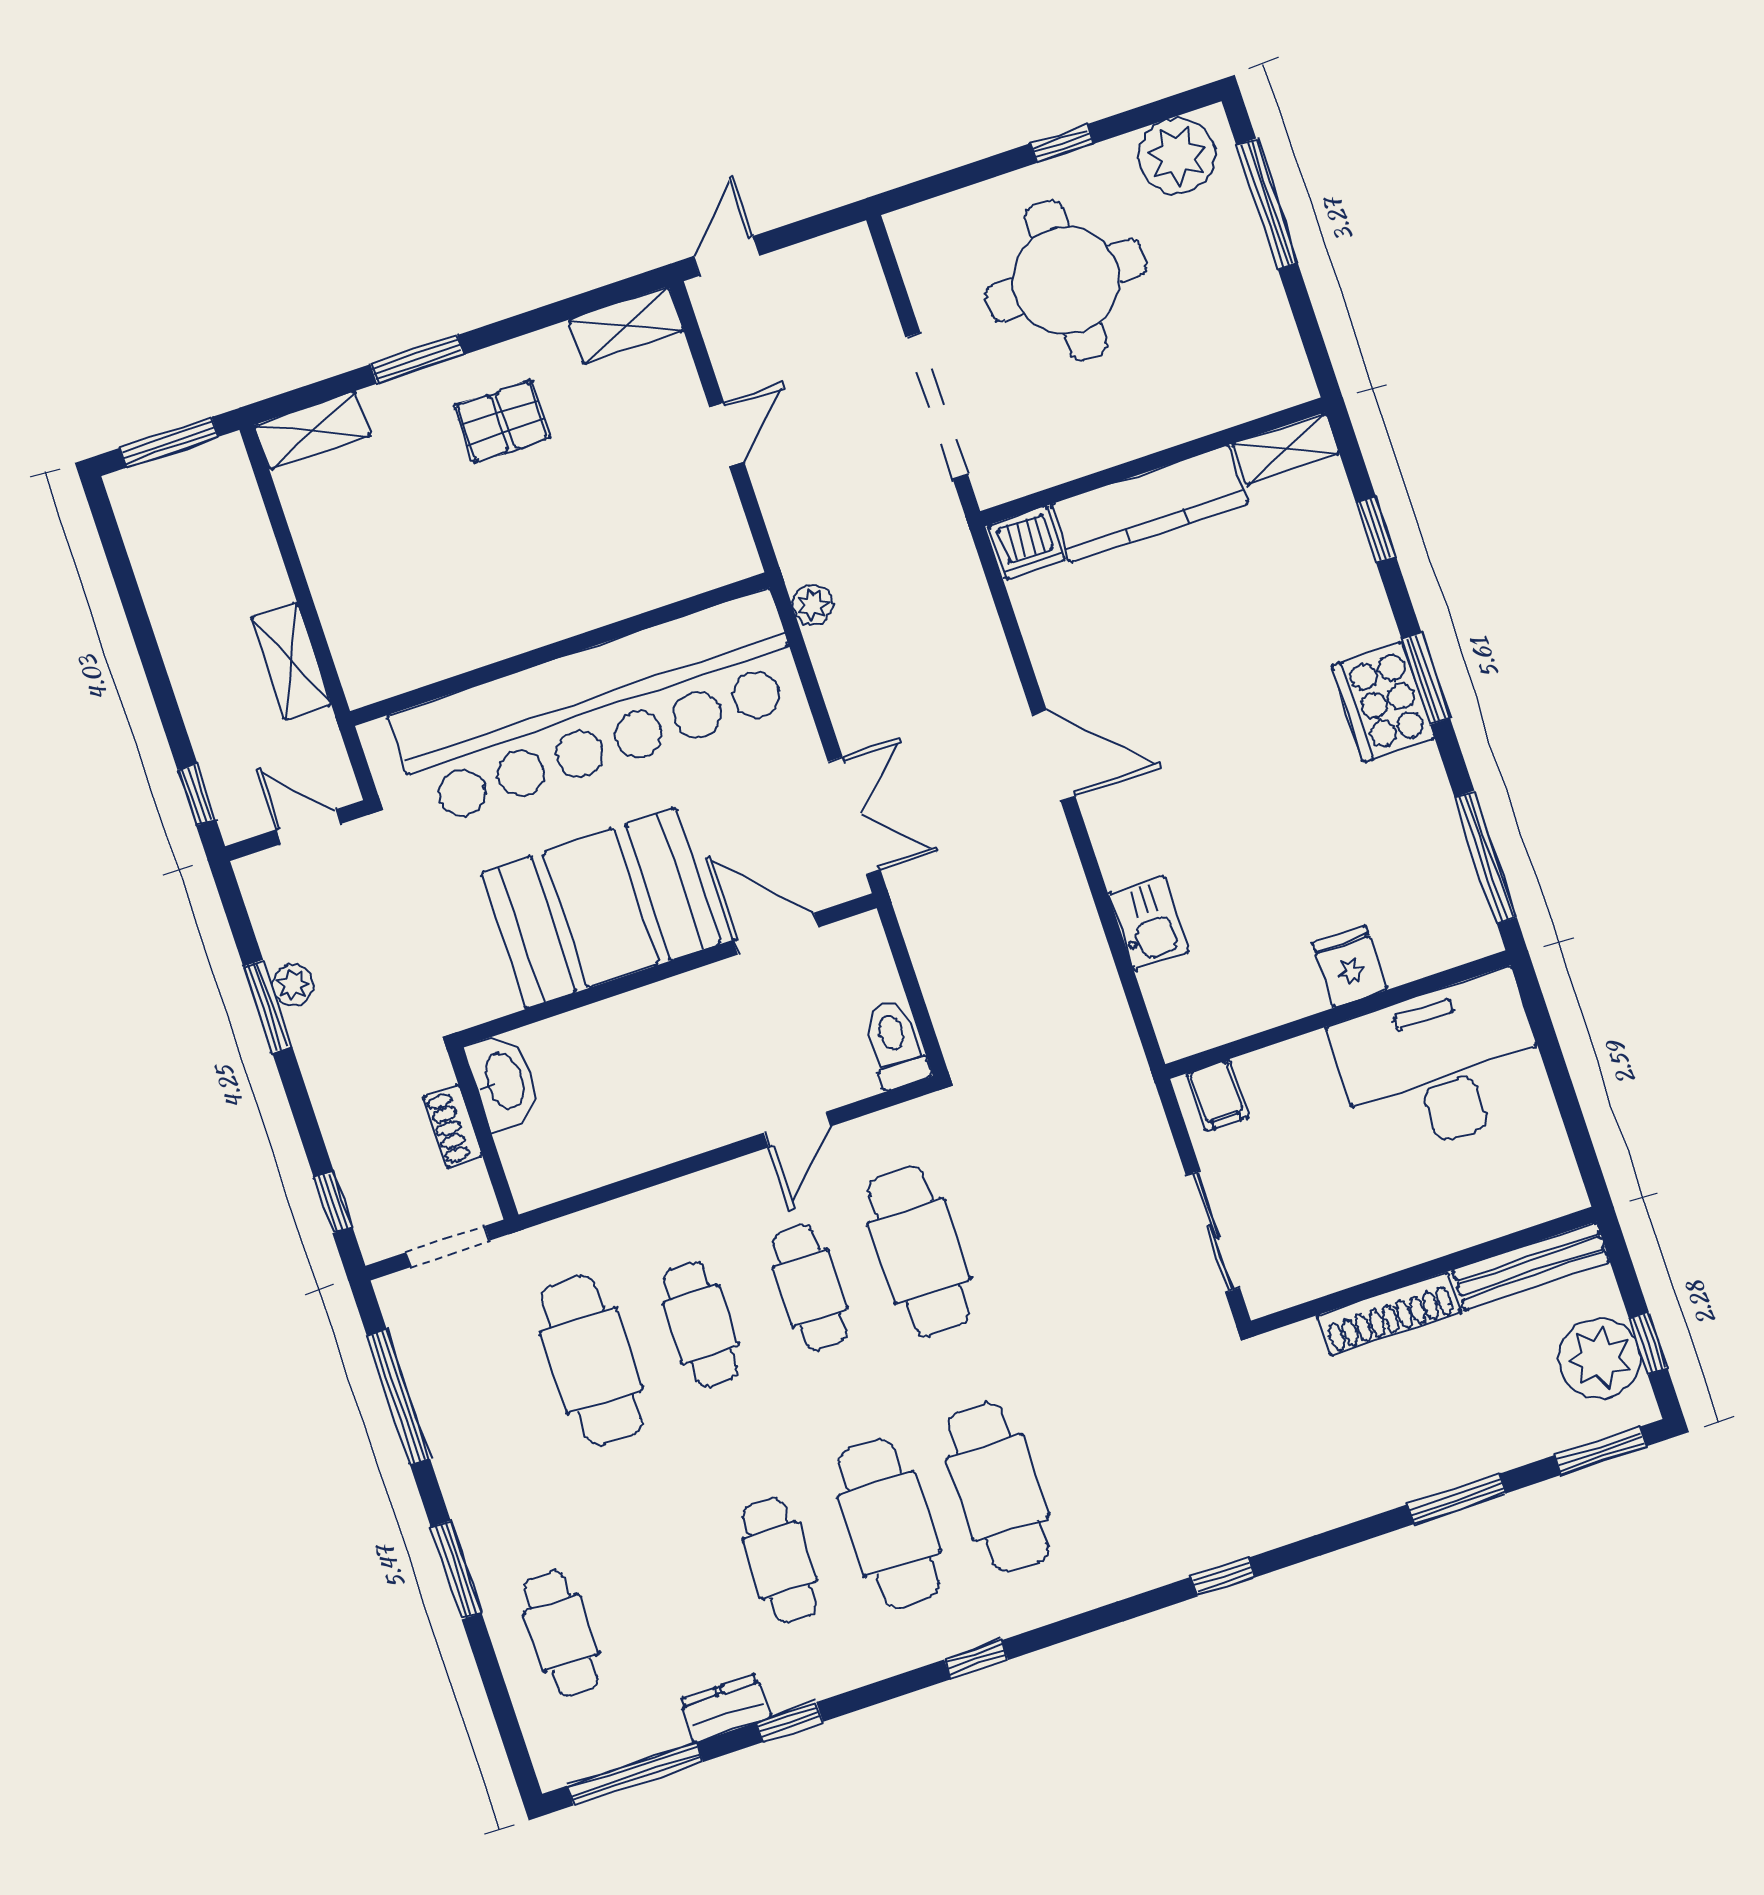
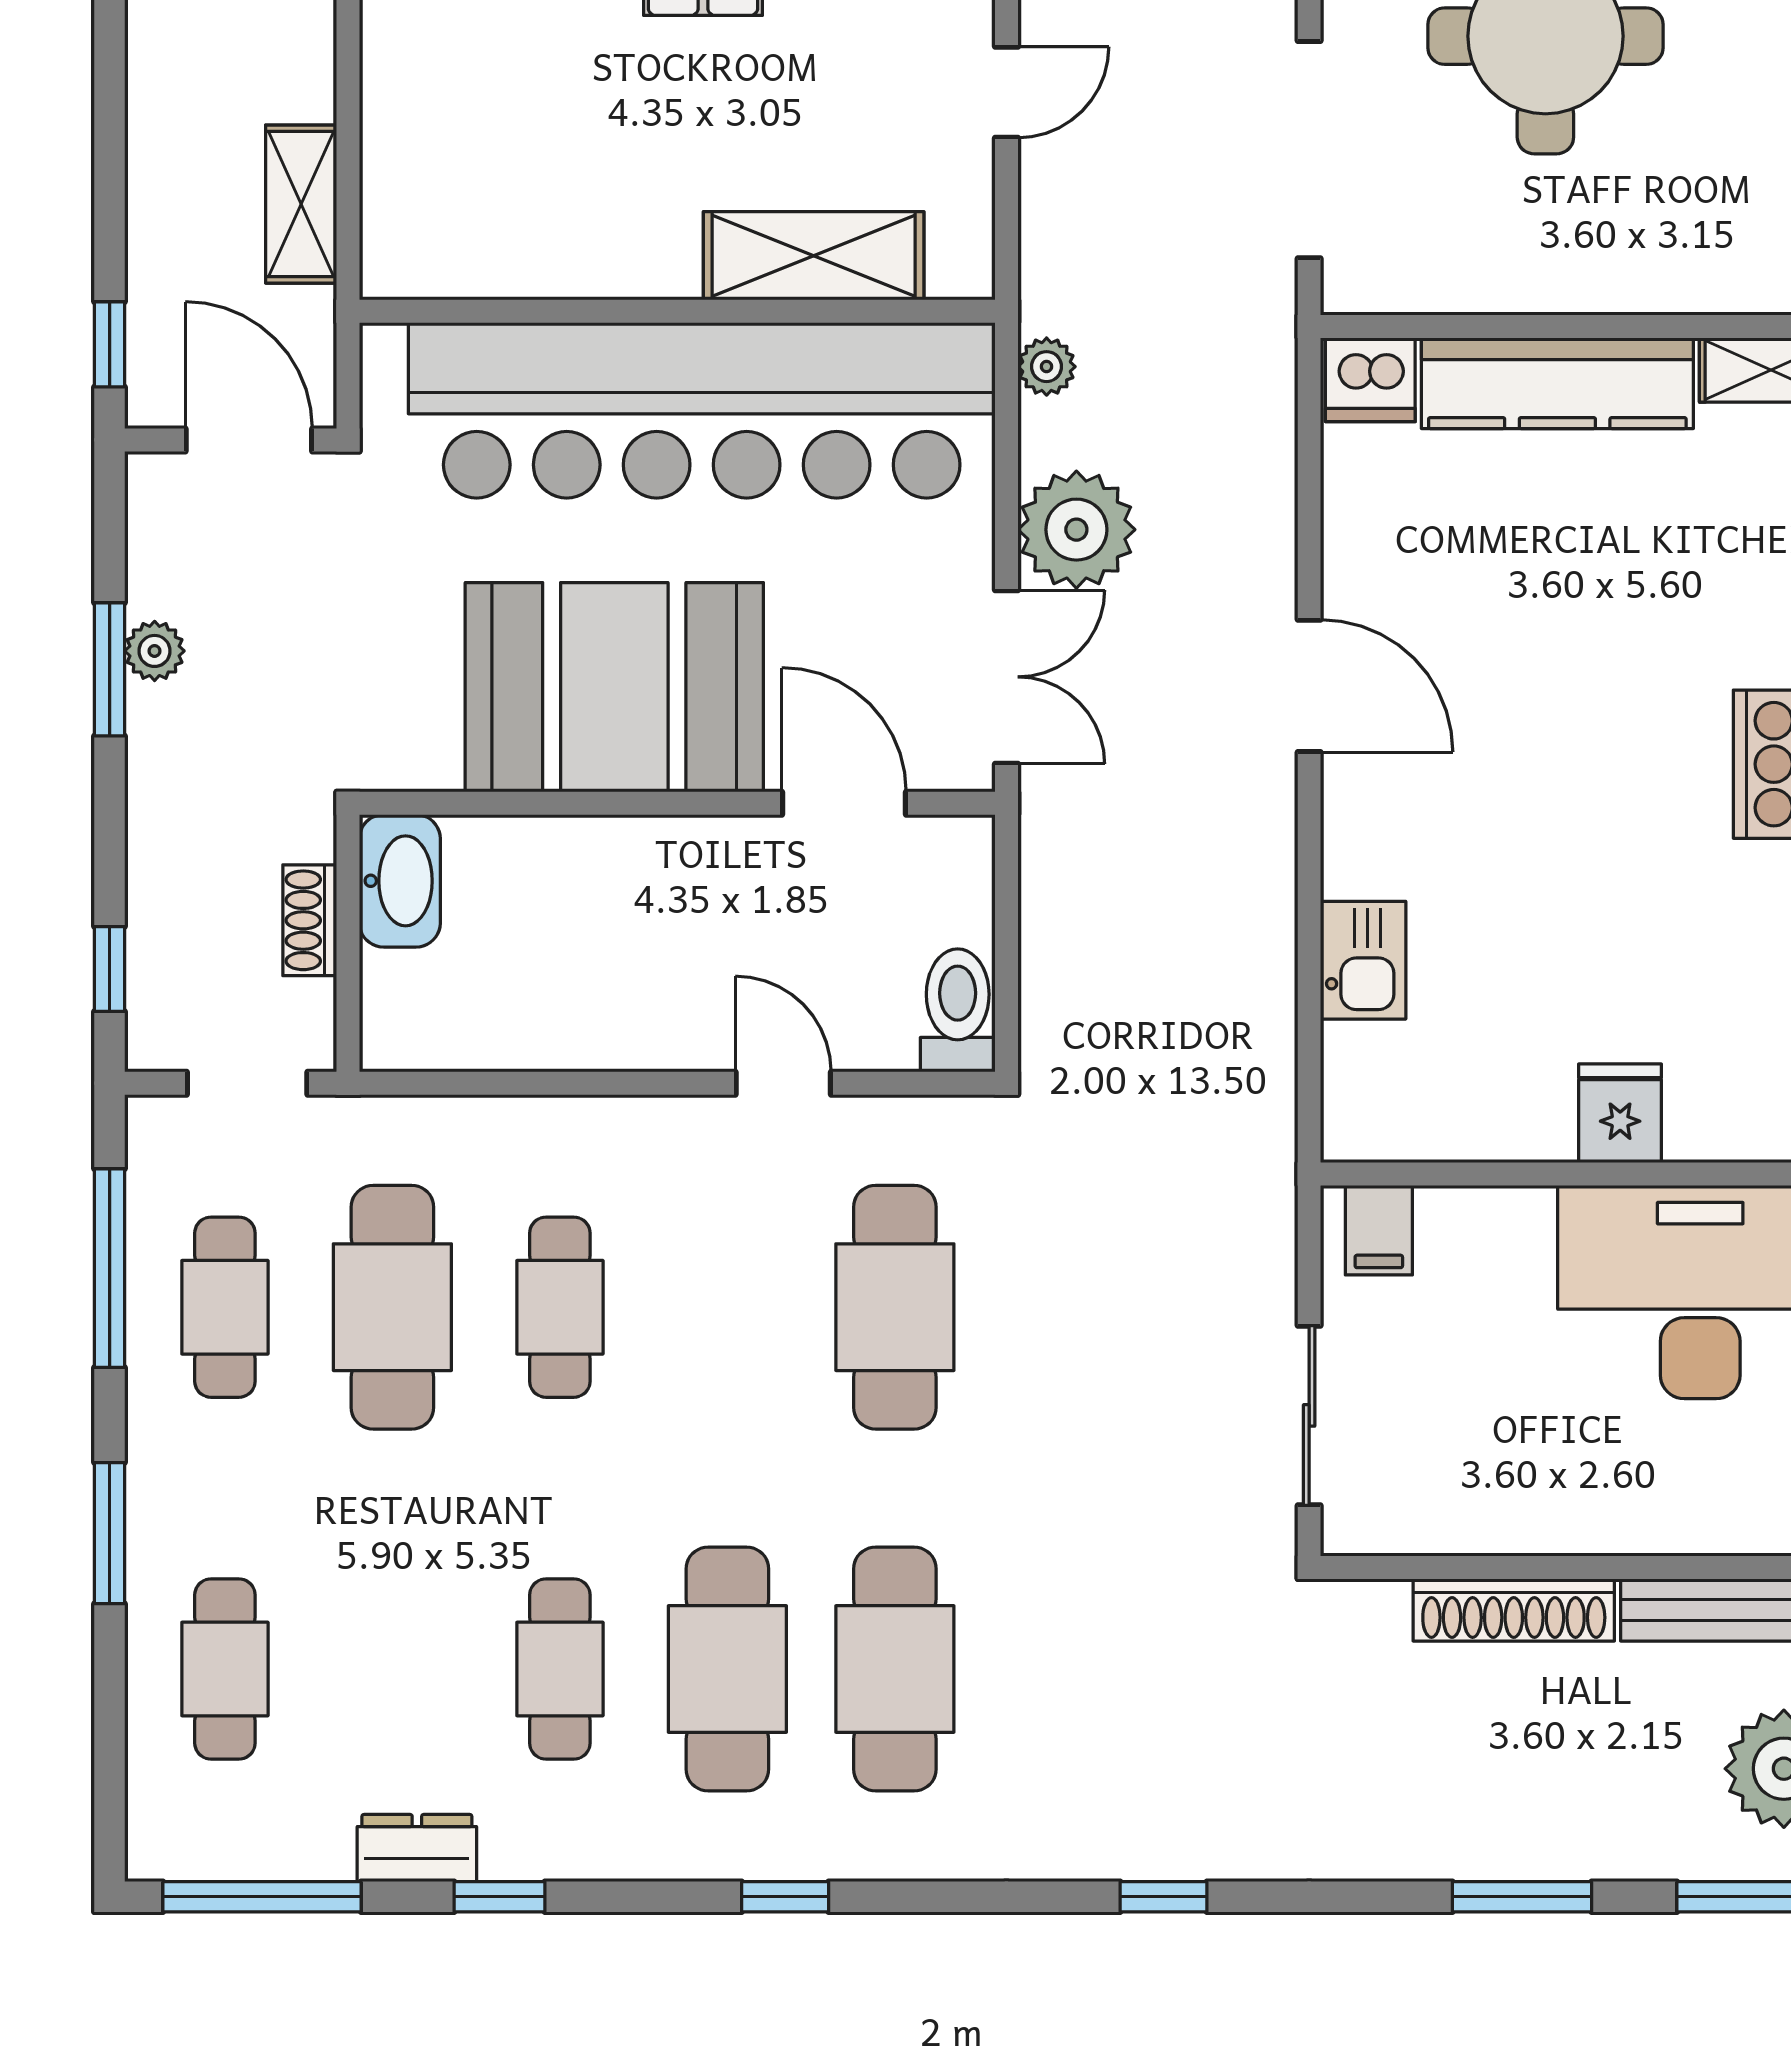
shelving: (637, 583) -> (814, 256), added
plant: (868, 704) -> (1076, 530), added
door: (308, 827) -> (249, 440), width x1.38
door: (797, 1129) -> (783, 1083), swing flipped
cafe table: (810, 1288) -> (225, 1307), moved

